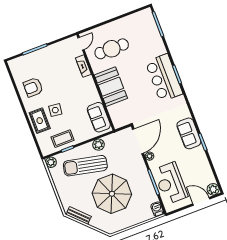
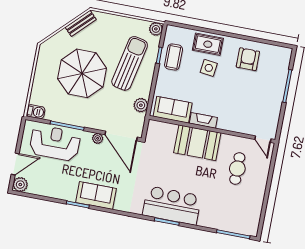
cafe table: (112, 49) -> (237, 168), width x0.73, depth x0.74
fireplace: (83, 66) -> (203, 120), moved
plant: (99, 145) -> (141, 105), moved

